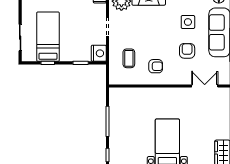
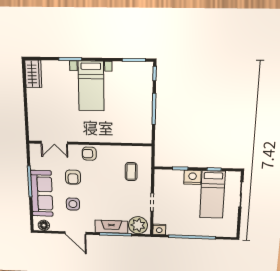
nightstand: (99, 53) -> (192, 177), moved, turned 90
armchair: (156, 66) -> (89, 154), moved

